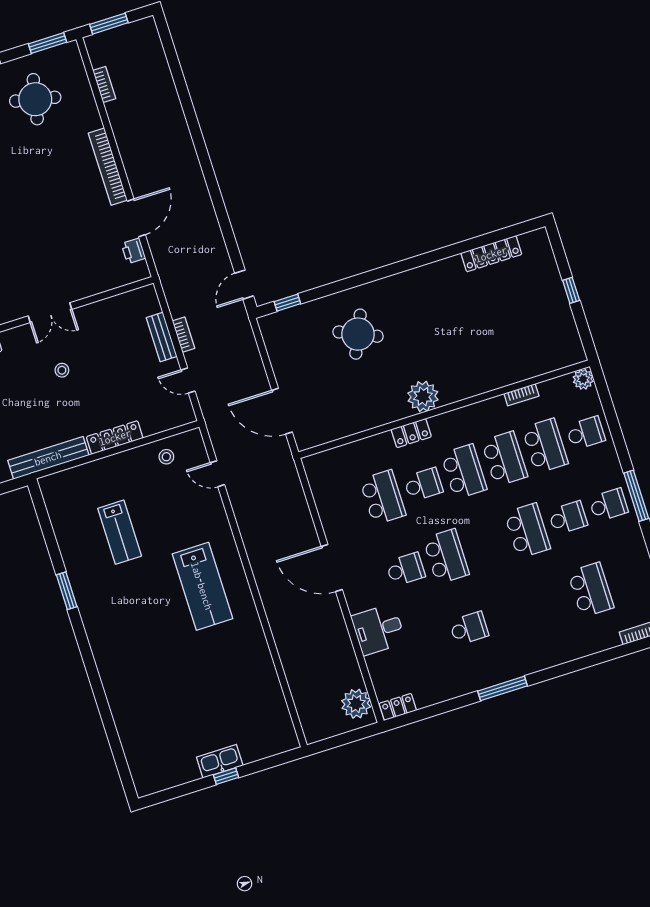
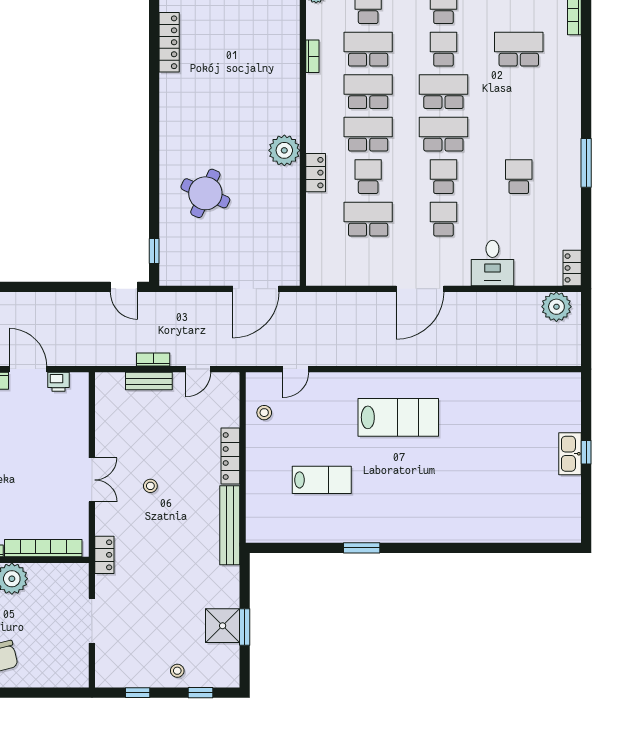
school desk: (487, 544) -> (443, 134), added
school desk: (446, 556) -> (443, 177), width x0.54

